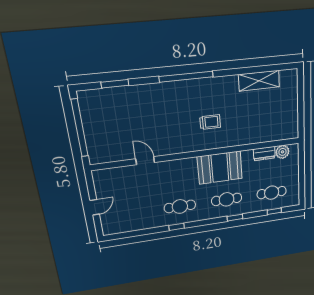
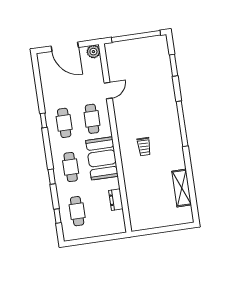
plant: (282, 152) -> (93, 52), moved
cafe table: (177, 178) -> (92, 119), added
door: (95, 207) -> (65, 47), width x1.88

